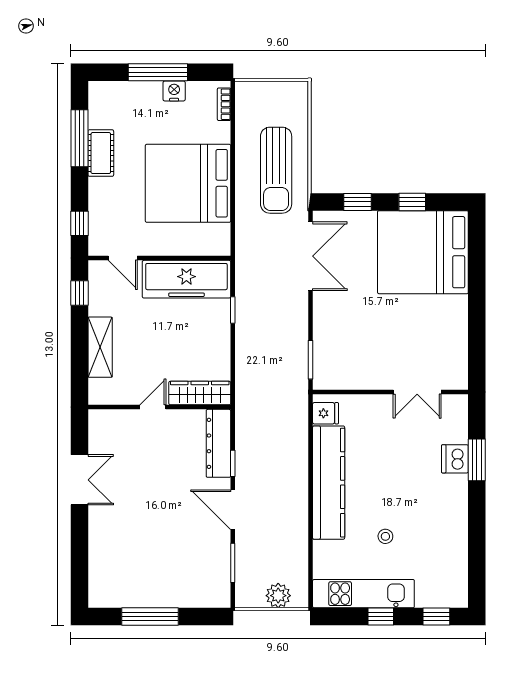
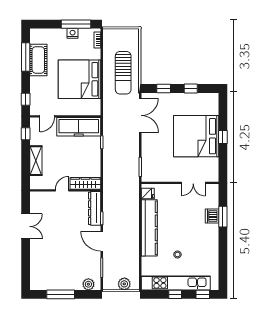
window: (158, 72) -> (76, 24), moved
cot: (101, 153) -> (38, 60), width x1.37, depth x1.34
bed: (423, 252) -> (196, 136), moved
door: (123, 258) -> (47, 116), hinge flipped
window: (477, 300) -> (223, 137), added
kitchen unit: (363, 594) -> (176, 283), width x1.36
plant: (206, 596) -> (88, 284), added

